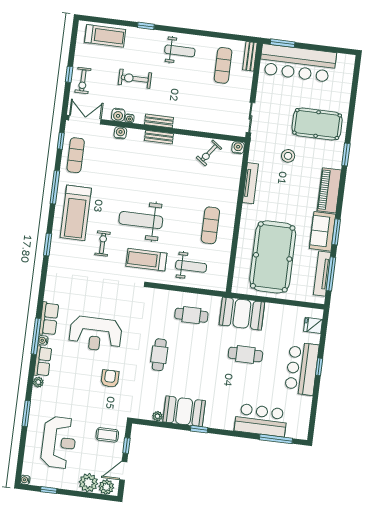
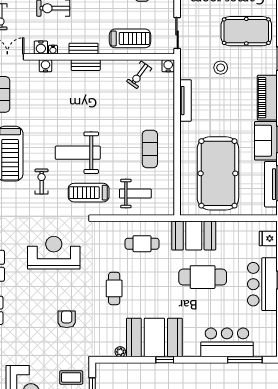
treadmill: (205, 117) -> (130, 38), added
reception desk: (95, 334) -> (54, 253), moved, turned 180
cafe table: (245, 354) -> (203, 277), width x1.37, depth x1.35
booth: (184, 411) -> (154, 338), width x1.36, depth x1.42

